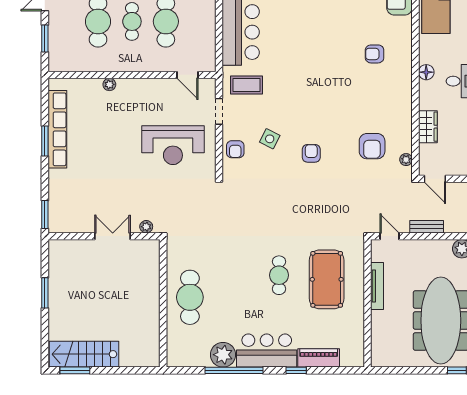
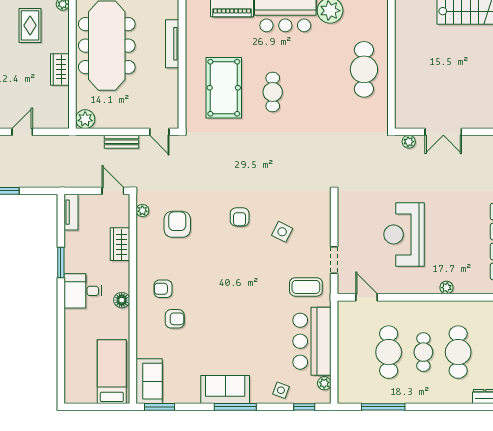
reception desk: (173, 145) -> (404, 234), moved, turned -90
armchair: (235, 149) -> (163, 289), moved, turned -90
tv unit: (377, 286) -> (172, 44), moved

